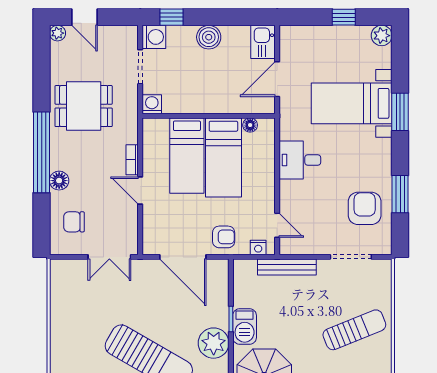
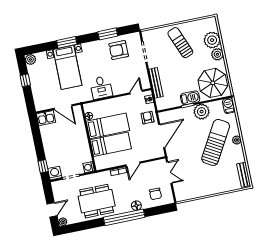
boiler: (209, 37) -> (49, 146), removed
dining table: (84, 106) -> (97, 201), width x1.38

